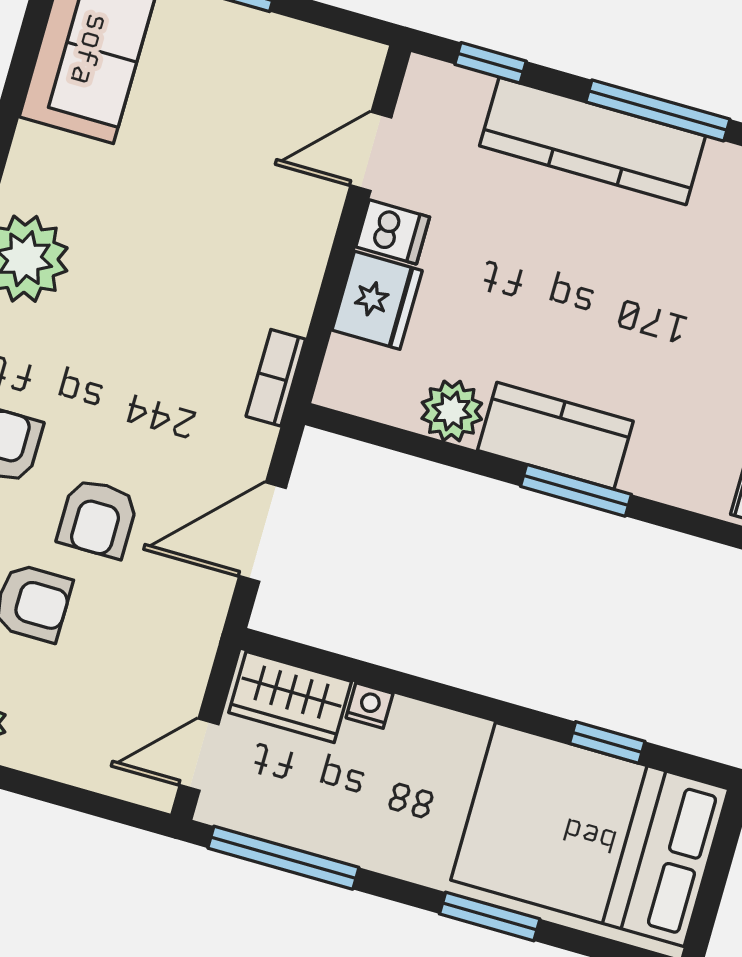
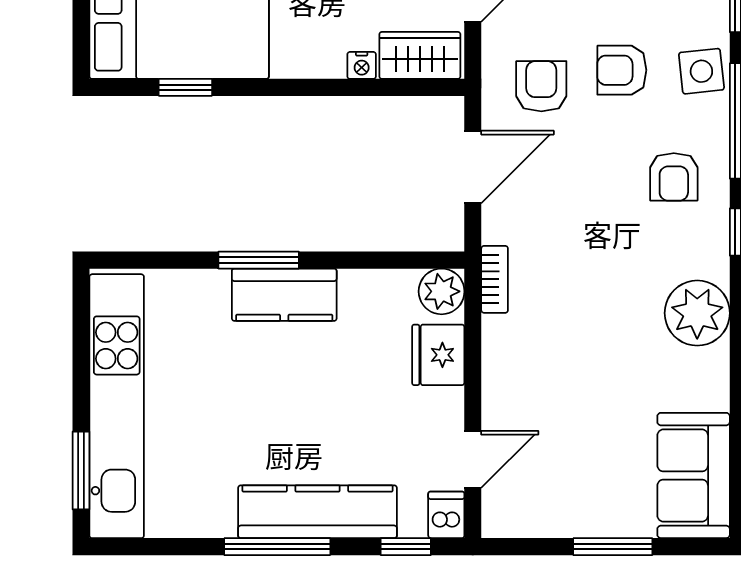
dishwasher: (393, 232) -> (446, 515), moved, turned 90
plant: (452, 411) -> (442, 291), moved
armchair: (98, 518) -> (541, 86), moved

